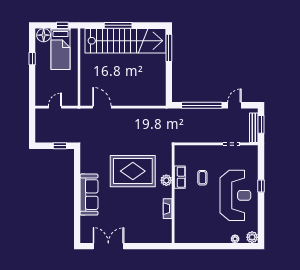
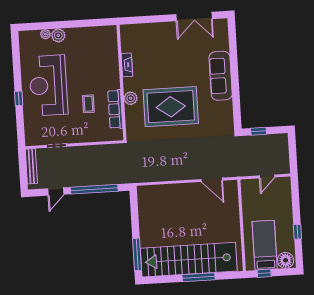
window: (261, 124) -> (23, 171), removed
row of seats: (180, 177) -> (115, 109), width x1.48
plant: (252, 237) -> (58, 35), moved

